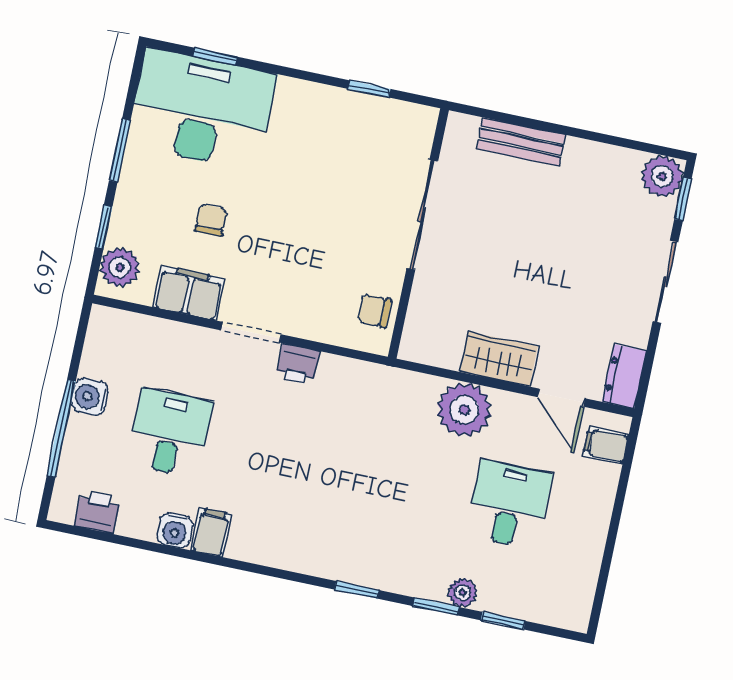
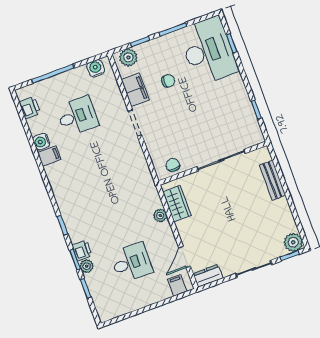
wardrobe: (499, 359) -> (177, 204), moved
printer: (298, 364) -> (82, 250), moved, turned 180
water cooler: (90, 397) -> (96, 68), moved
plant: (464, 410) -> (160, 215), width x0.53, depth x0.53

